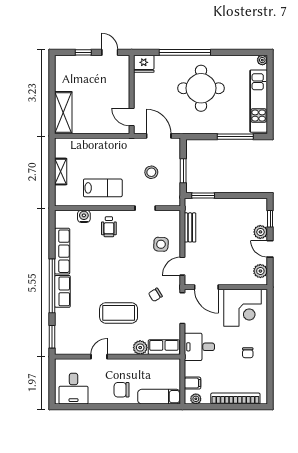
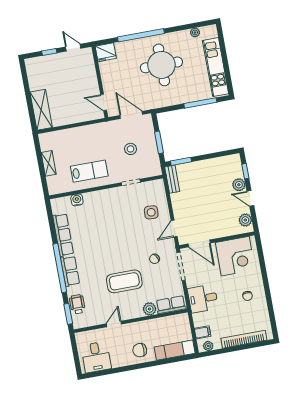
plant: (262, 60) -> (195, 33), moved
wheelchair: (109, 227) -> (77, 304), moved, turned 180
bench: (190, 227) -> (172, 179), moved

